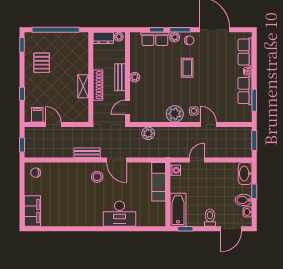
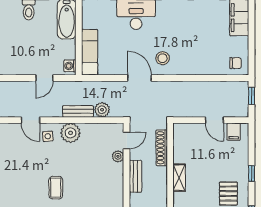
plant: (135, 77) -> (118, 156), moved
shoe rack: (98, 85) -> (162, 148), moved
shelving: (83, 86) -> (179, 178), moved
window: (22, 94) -> (252, 174), moved
bench: (87, 153) -> (78, 111), moved

